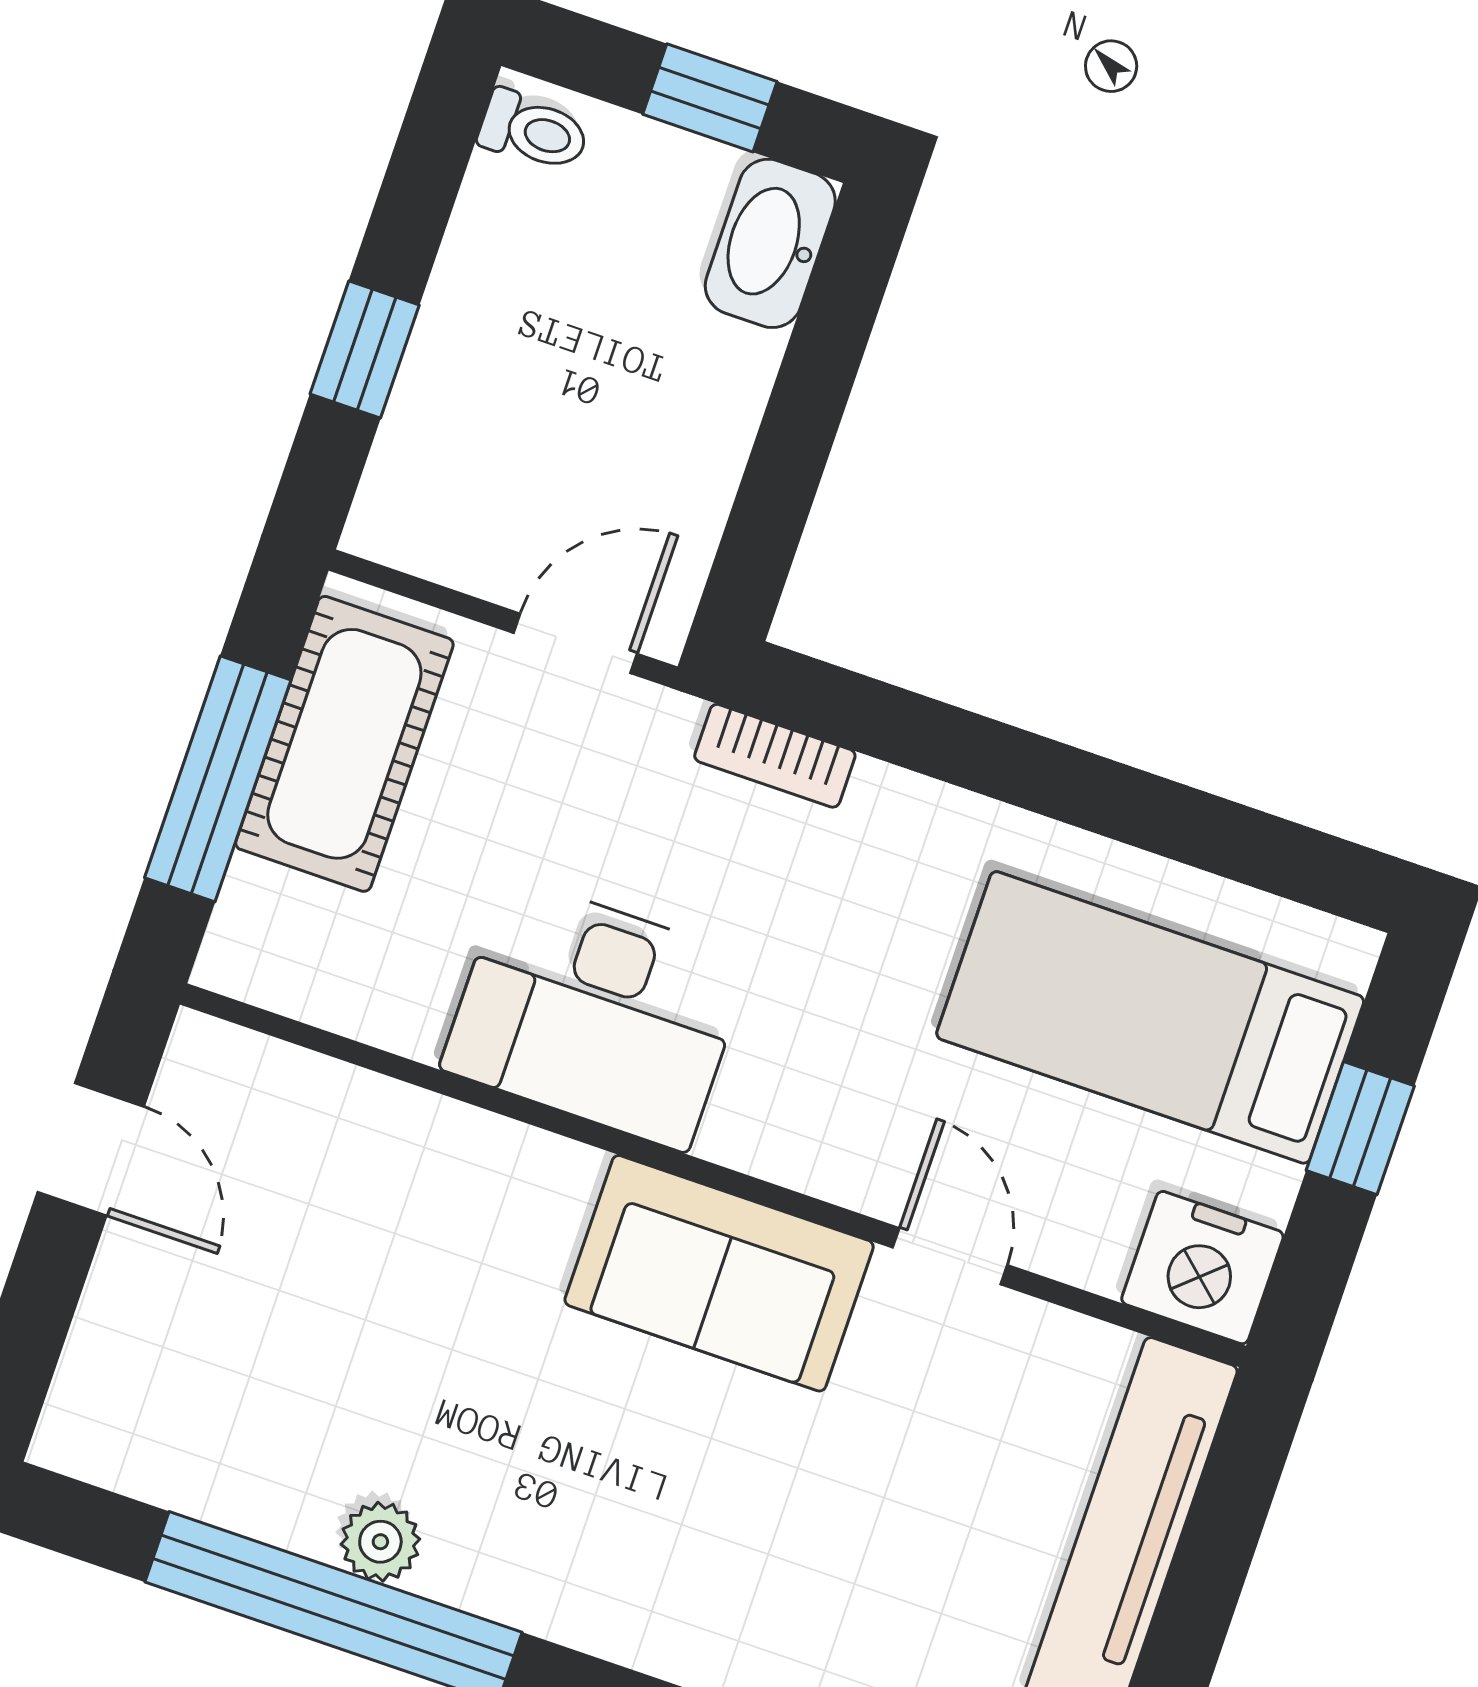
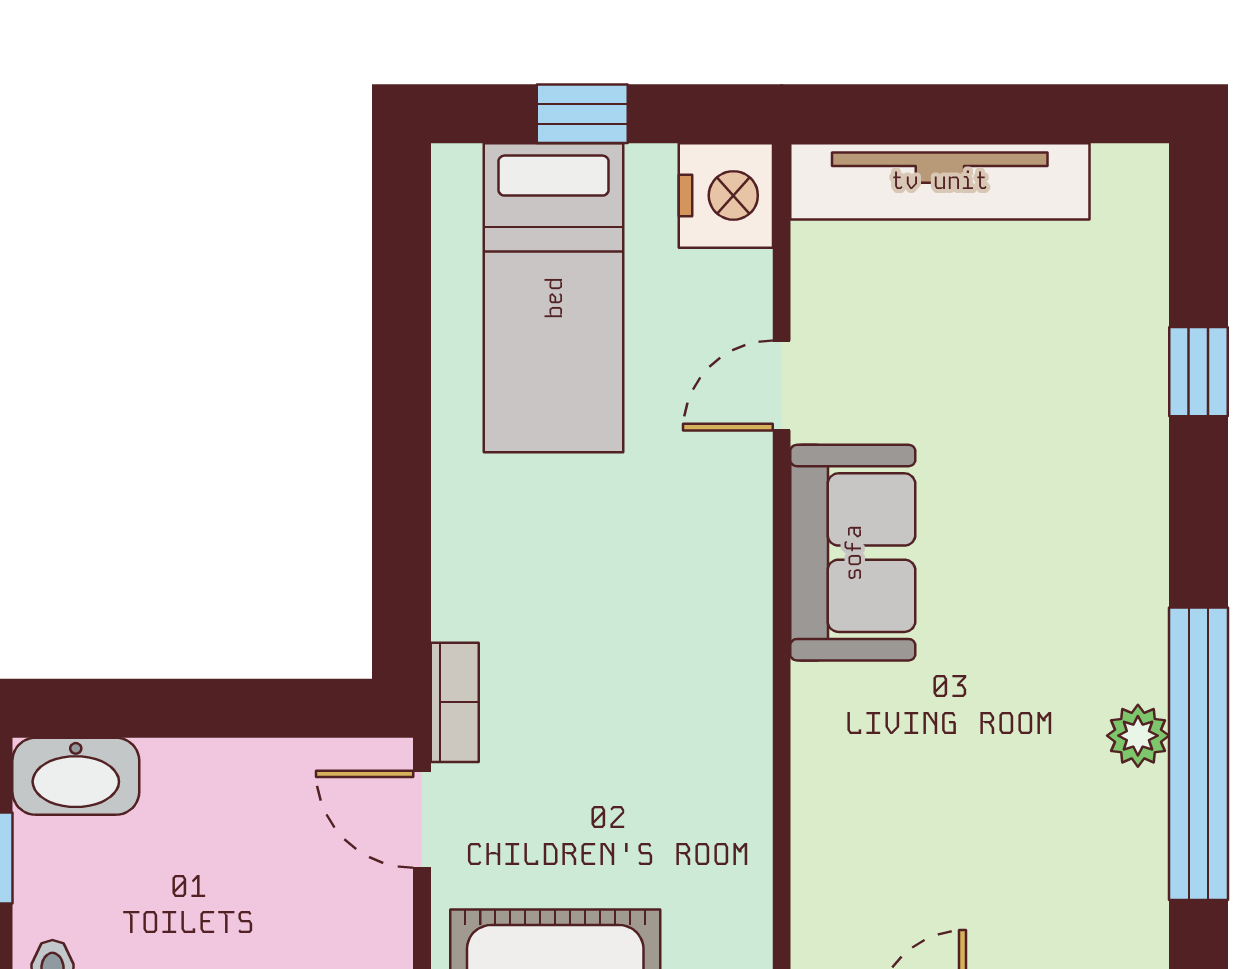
bookcase: (775, 756) -> (455, 702), moved
desk: (596, 1014) -> (691, 710), removed

